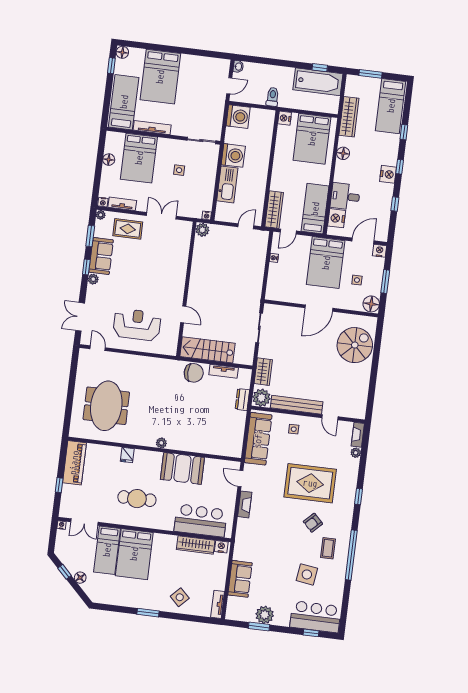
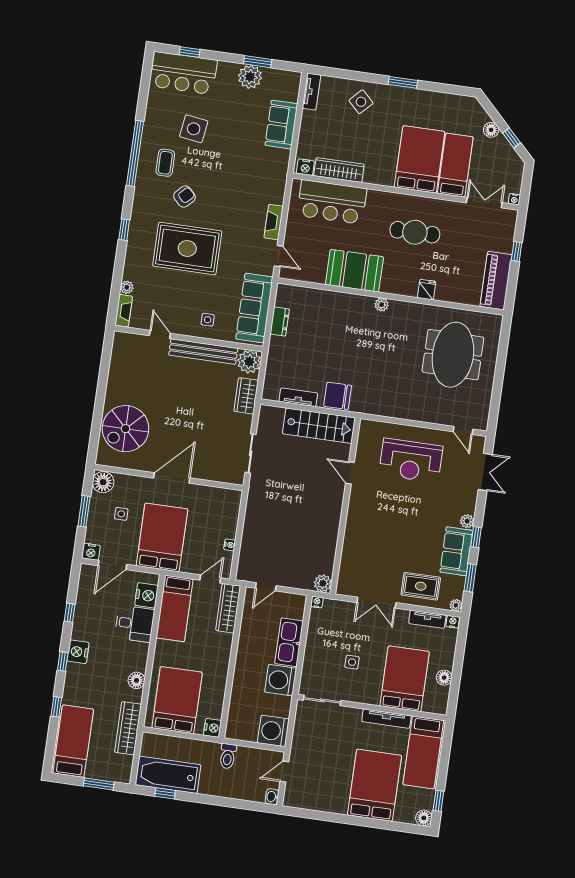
dresser: (242, 400) -> (280, 322), moved

